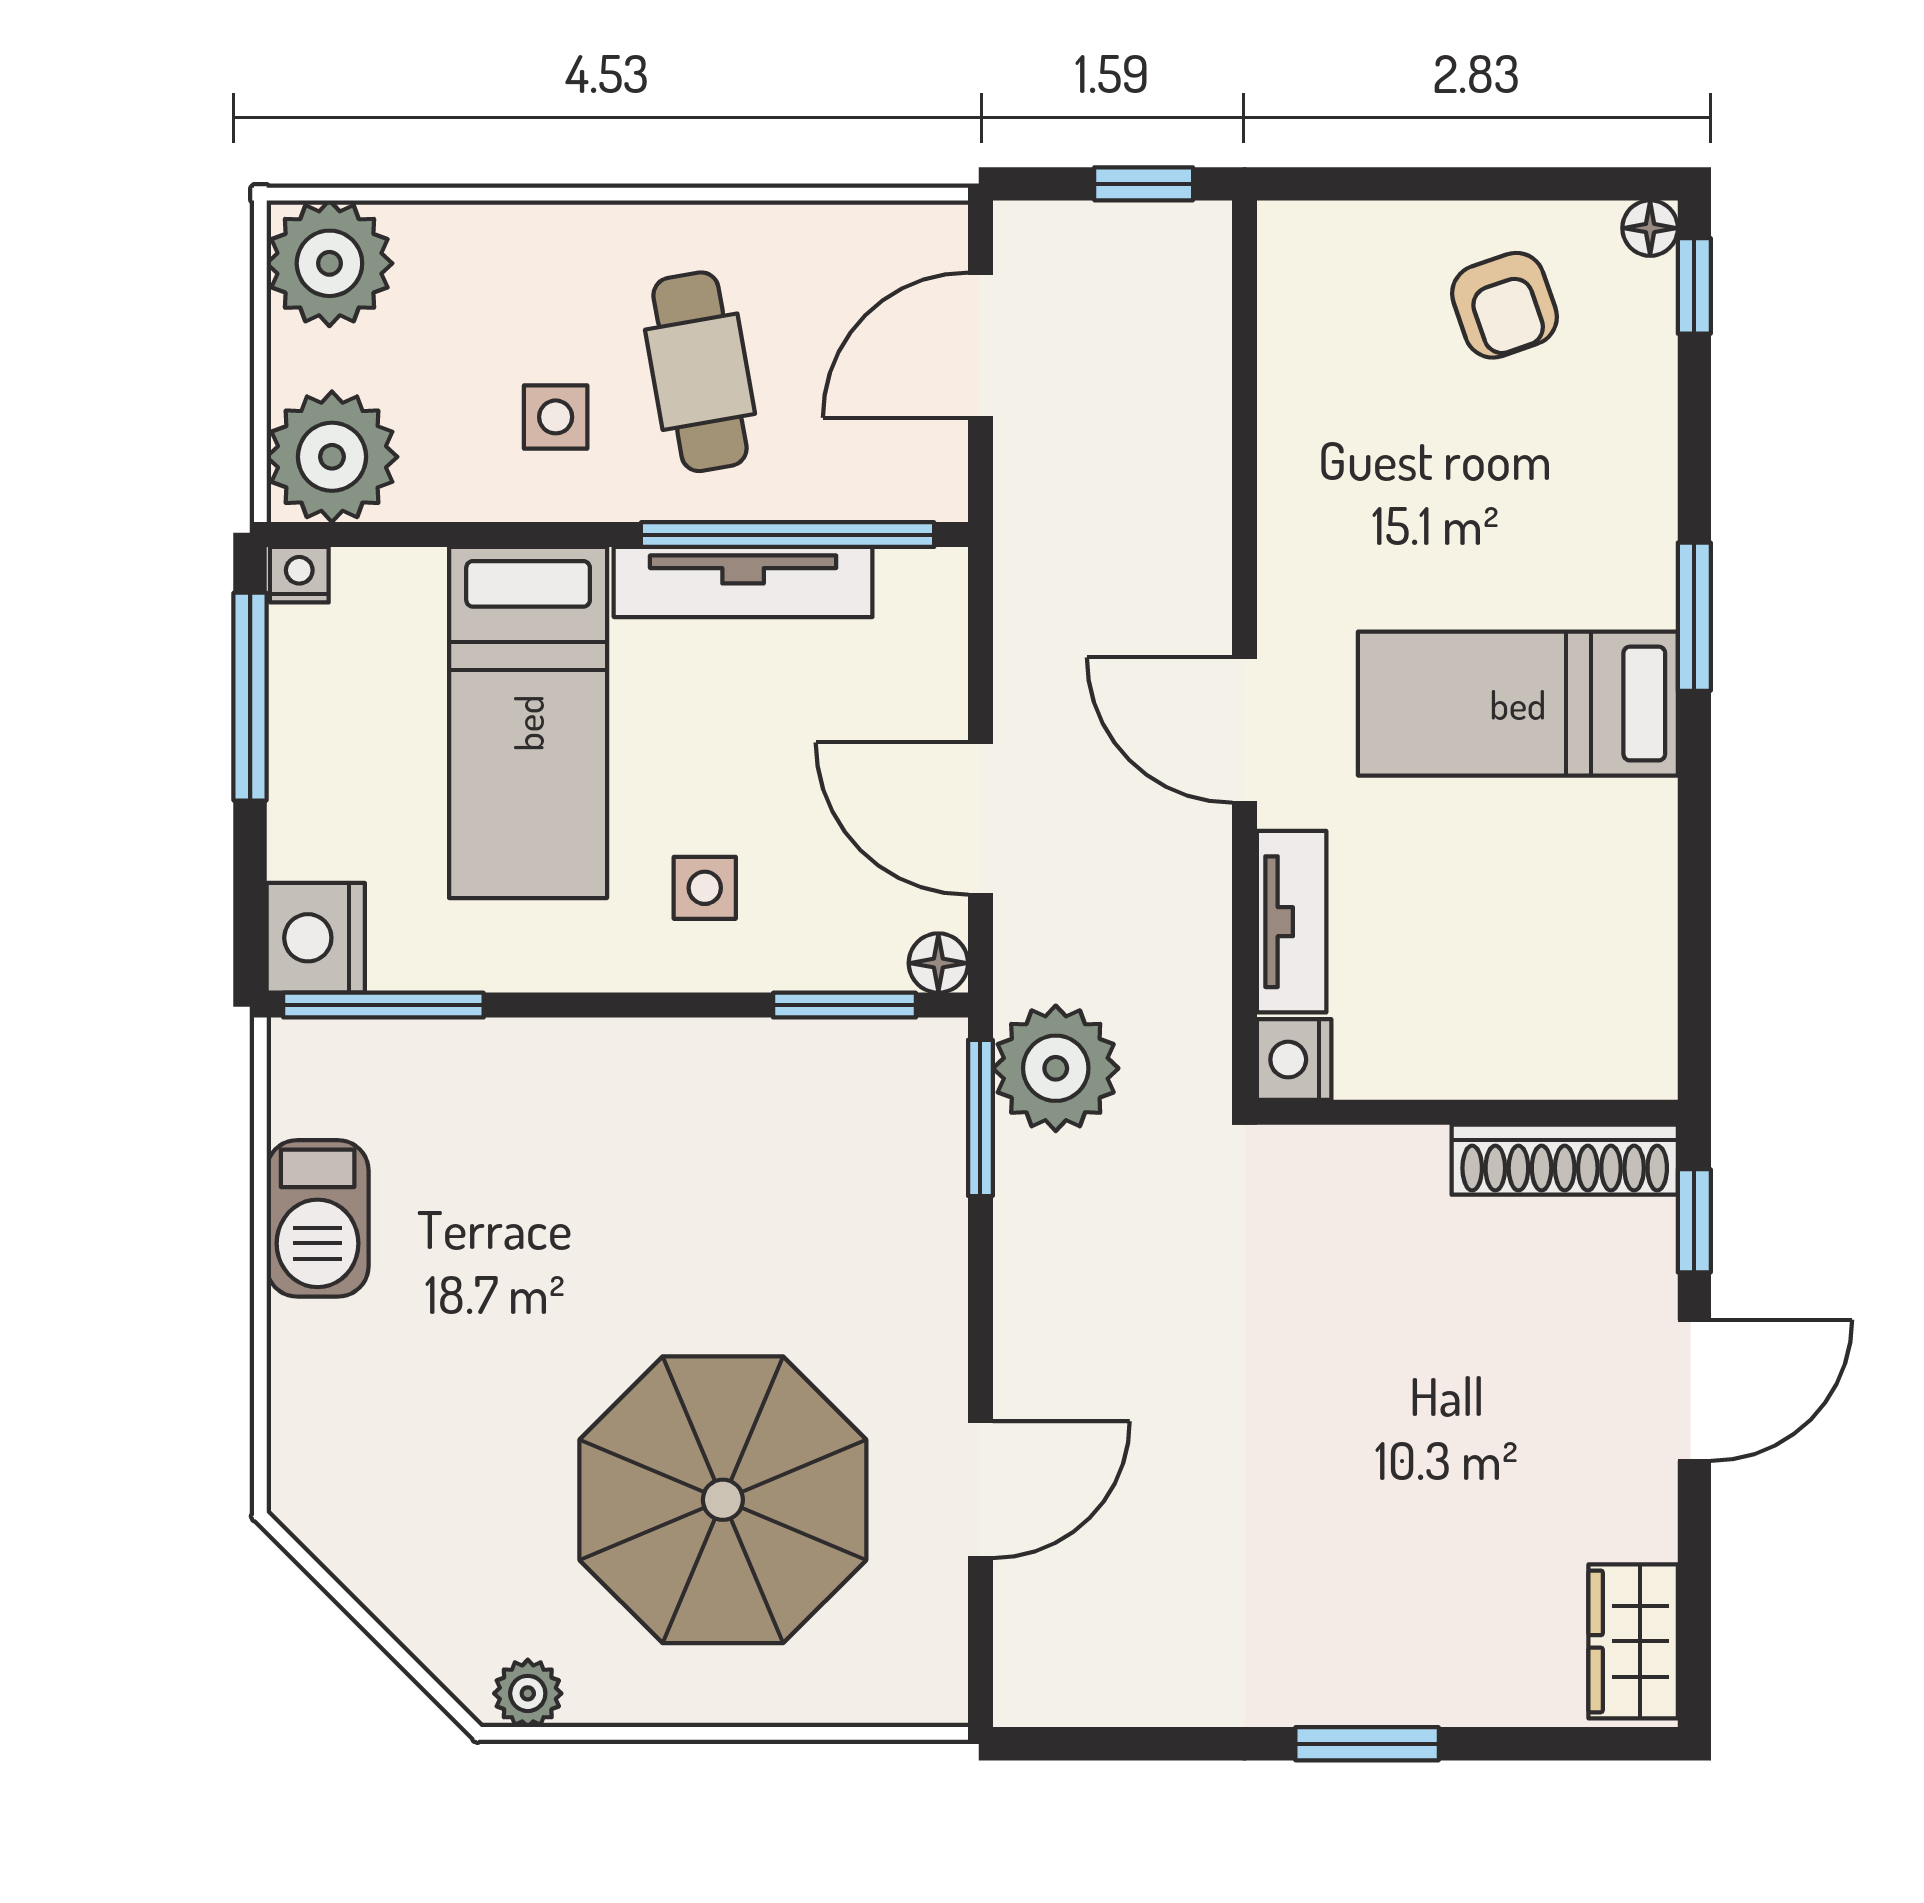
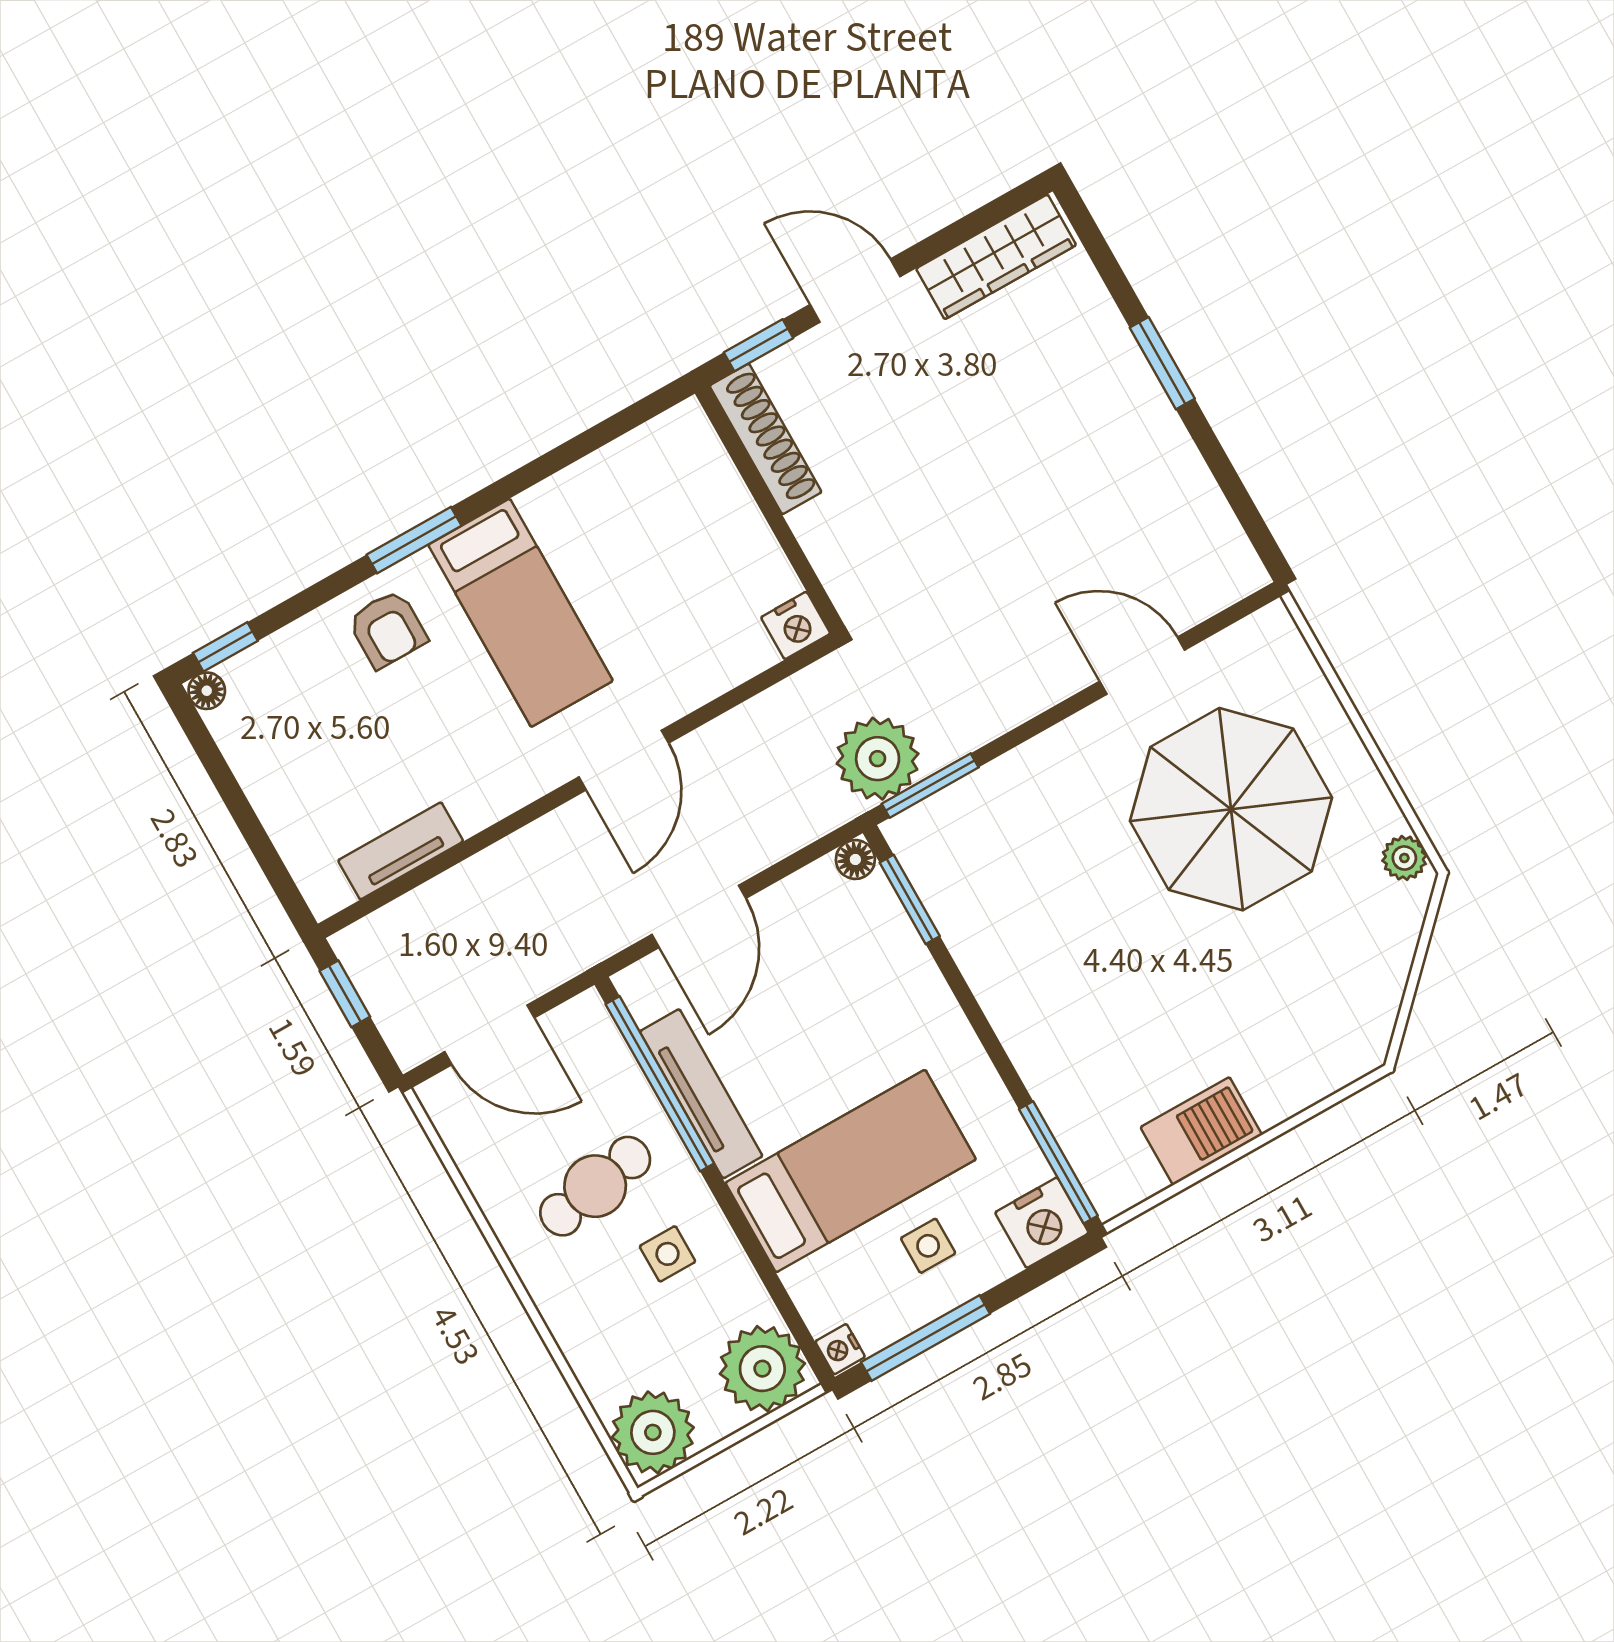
armchair: (1504, 305) -> (388, 629), moved, turned 109
door: (980, 818) -> (699, 916), moved
side table: (705, 888) -> (928, 1246), moved
tv unit: (1292, 922) -> (401, 851), moved
wardrobe: (1633, 1641) -> (996, 257), width x1.50

